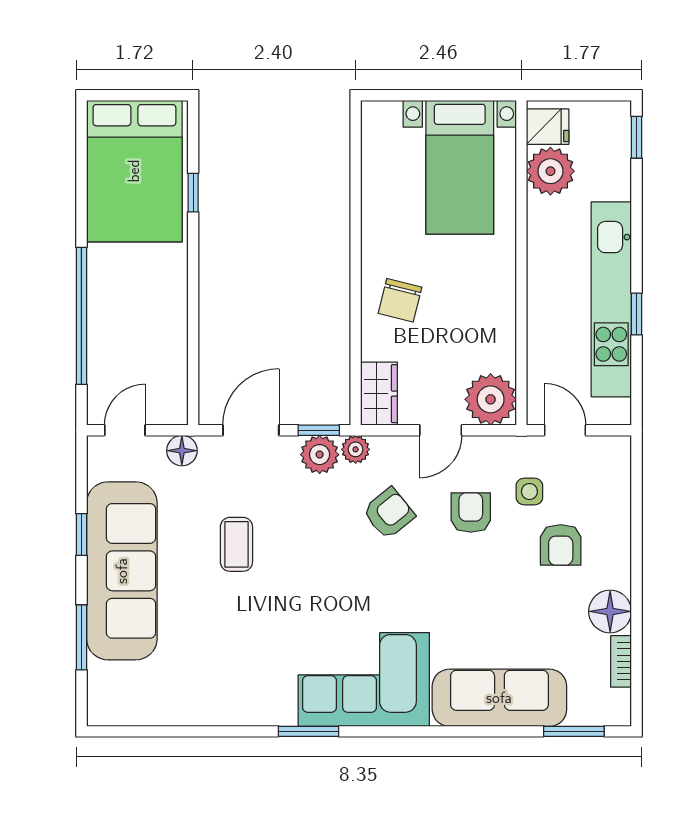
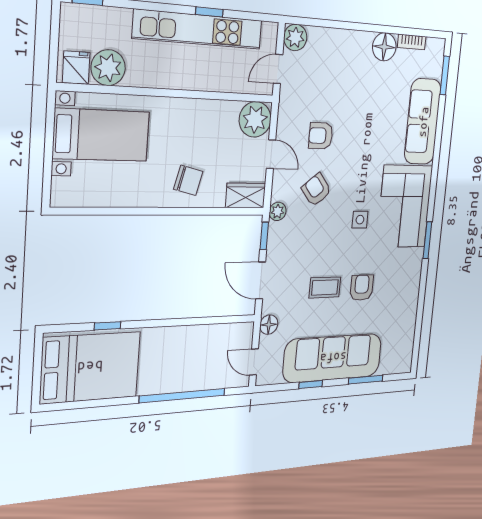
plant: (320, 455) -> (295, 37), moved
side table: (529, 492) -> (360, 220), moved
armchair: (561, 545) -> (362, 288), moved, turned -90

